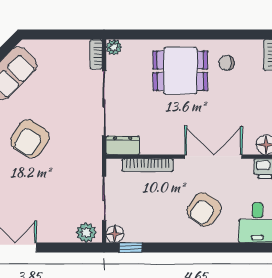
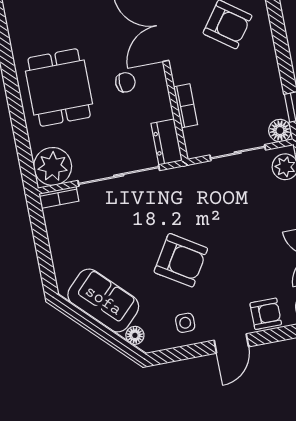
plant: (114, 47) -> (53, 166), width x1.88, depth x1.88
chair: (227, 63) -> (125, 82), moved, turned -90
bookcase: (148, 165) -> (186, 106), width x0.64

